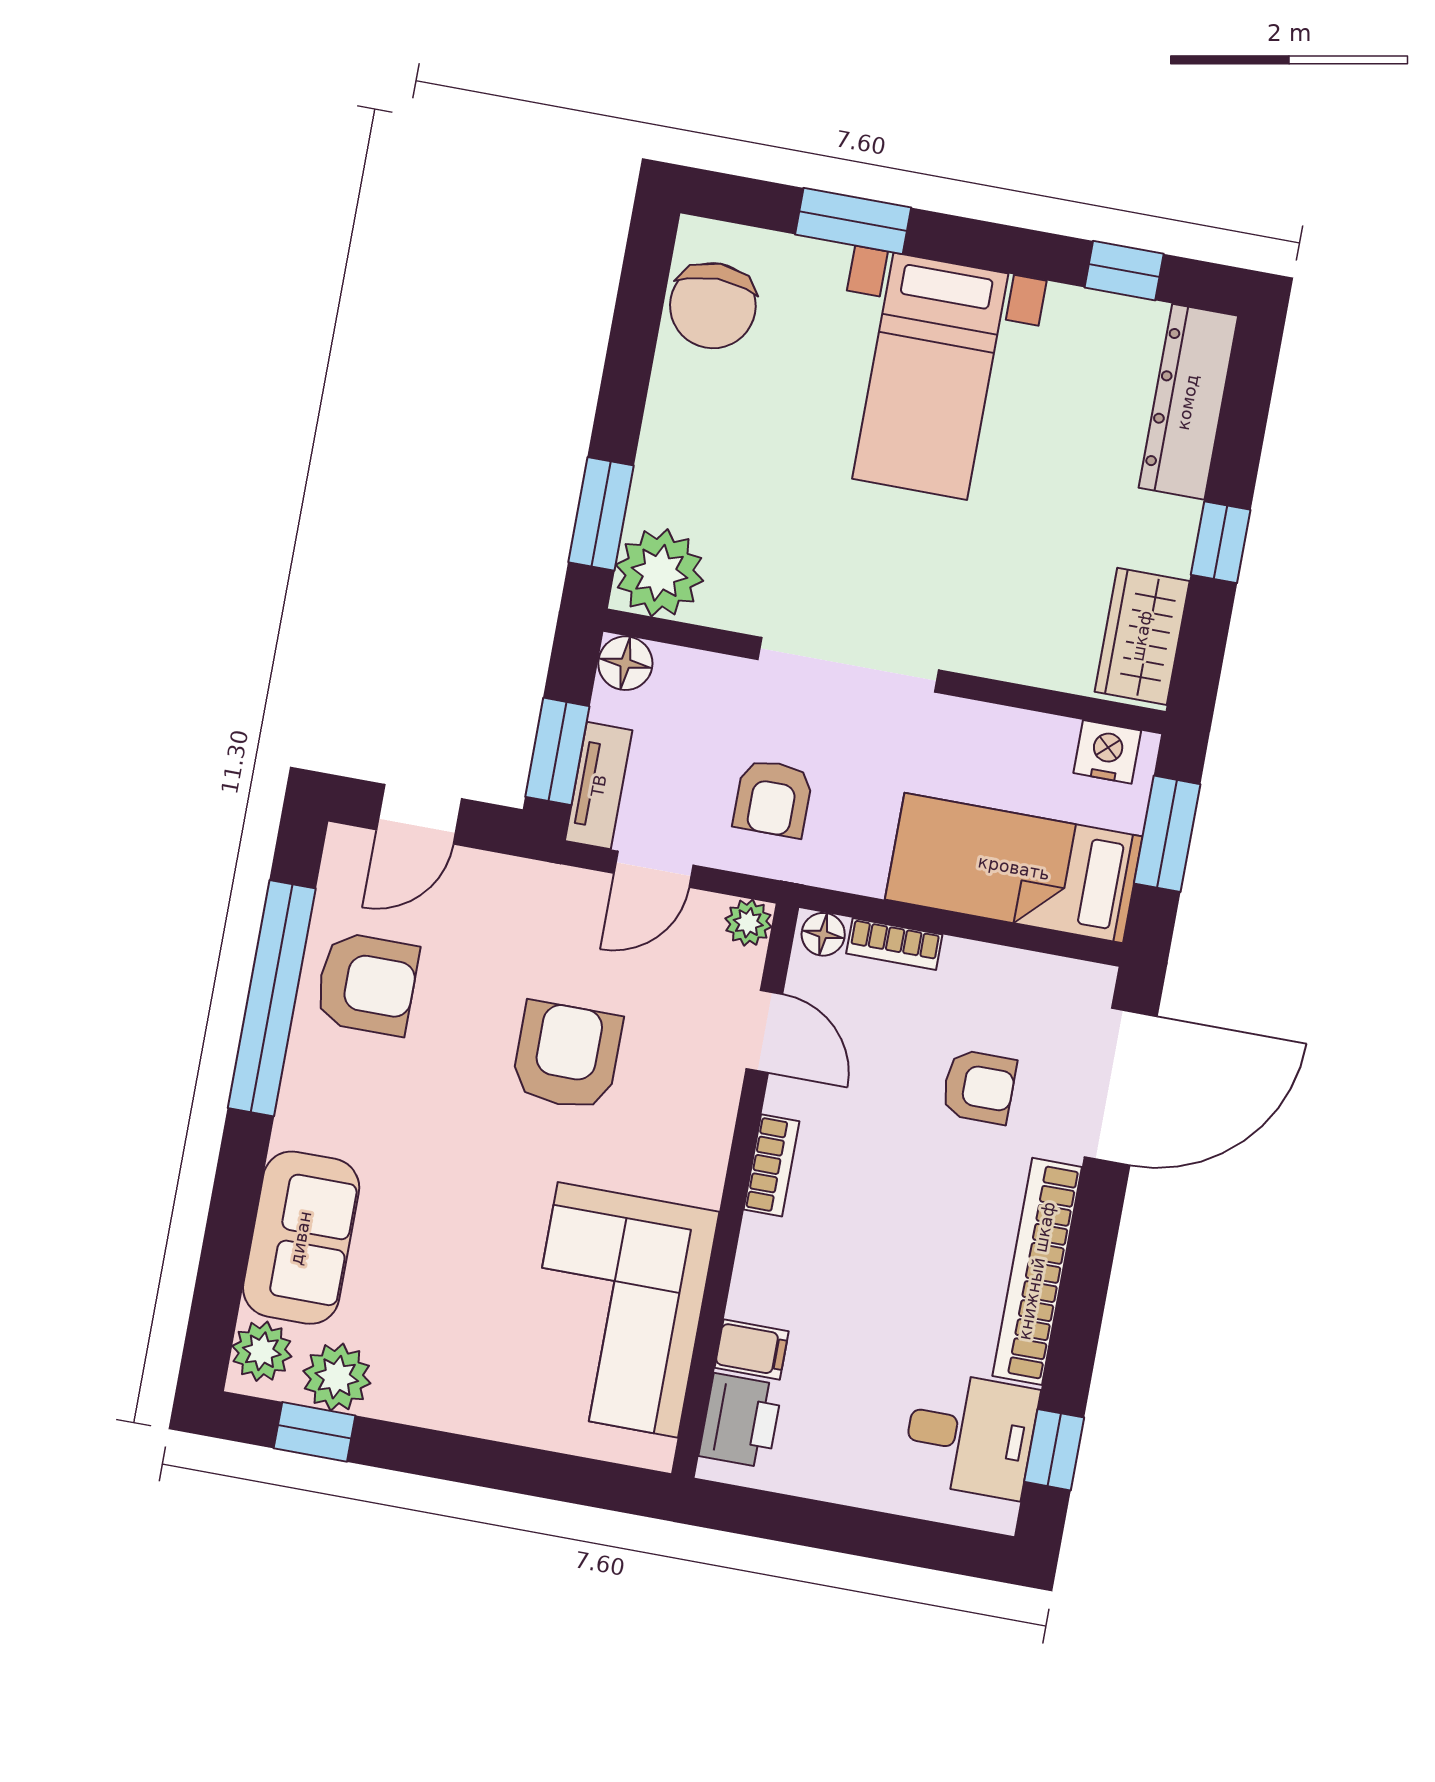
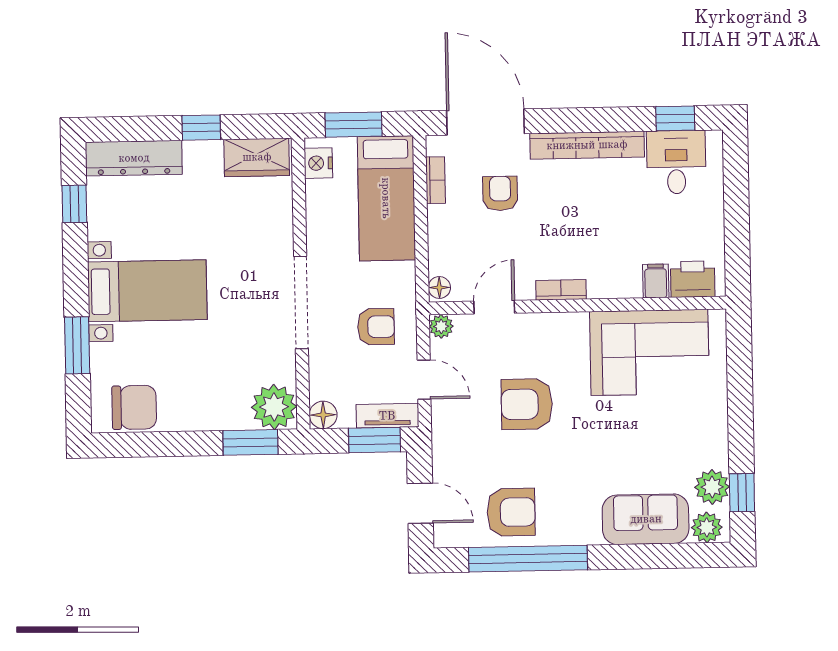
bookcase: (894, 944) -> (436, 180), moved
armchair: (367, 984) -> (511, 512), turned 90

